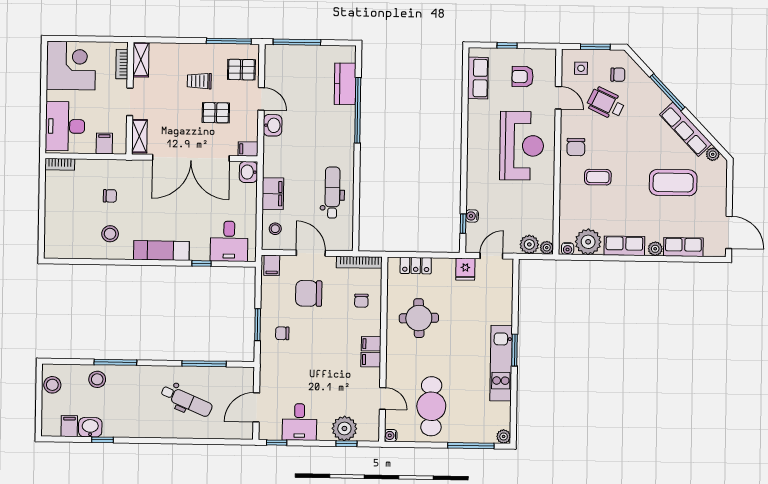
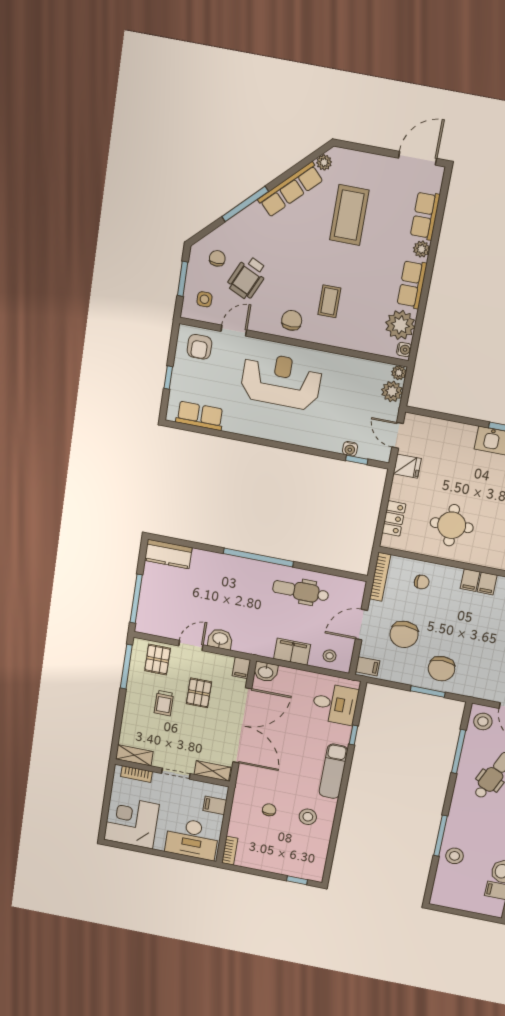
armchair: (523, 77) -> (199, 347), moved
kitchen counter: (345, 84) -> (168, 554), moved
window: (358, 110) -> (258, 557), moved
chair: (576, 147) -> (292, 320), turned -90
window: (41, 234) -> (297, 880), added
chair: (282, 333) -> (441, 669), width x1.87, depth x1.87
stool: (52, 385) -> (483, 721), moved

